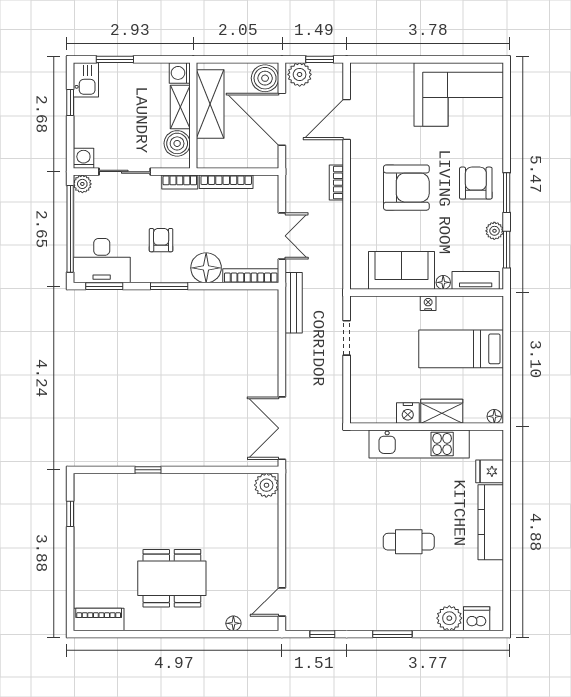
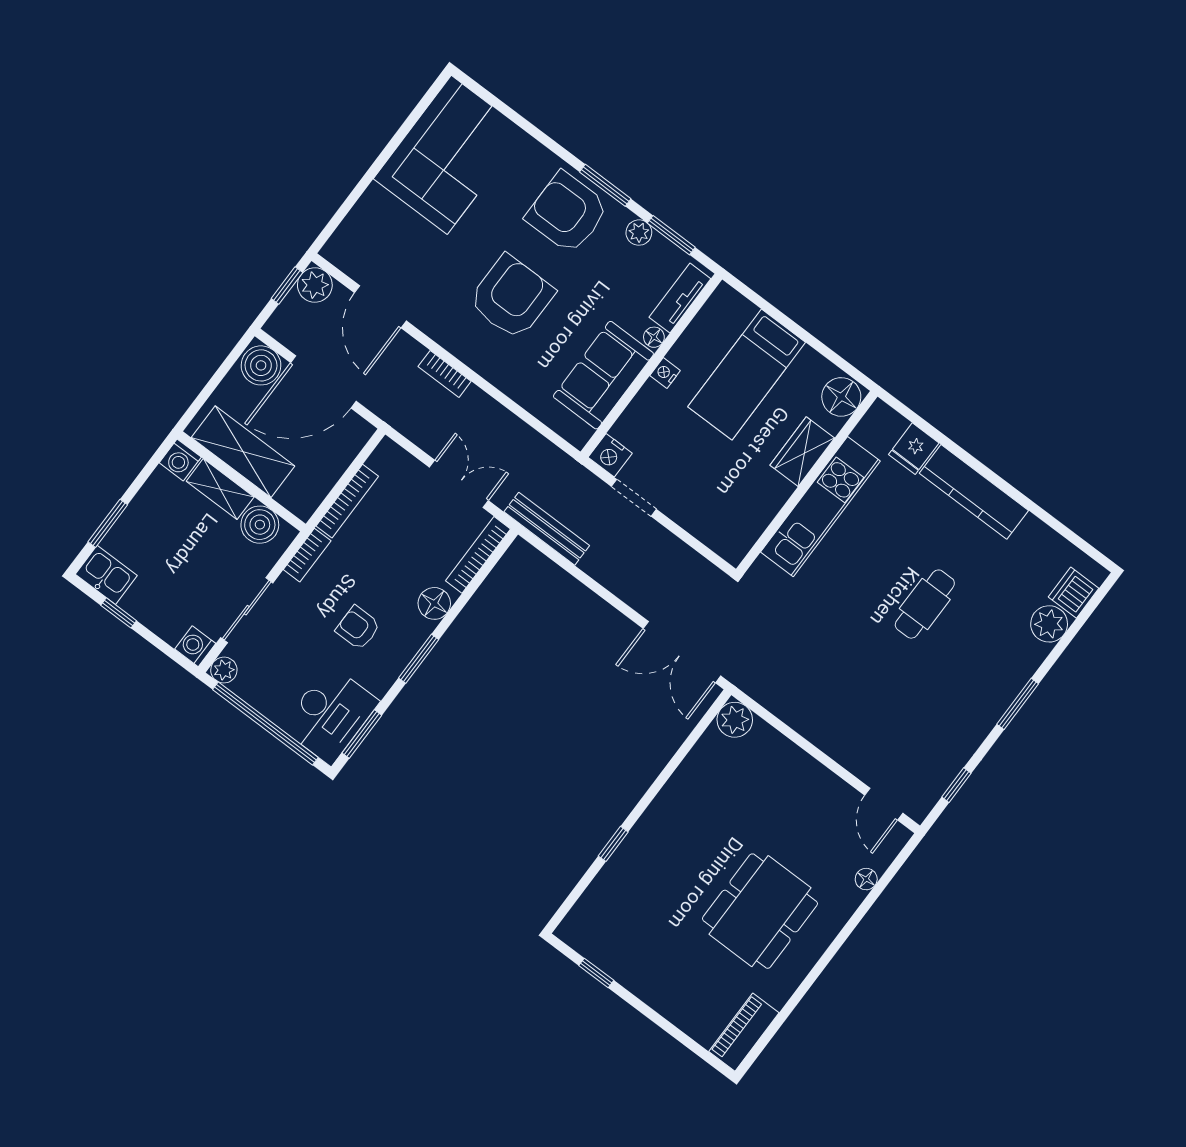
plant: (300, 74) -> (315, 285), moved
armchair: (476, 183) -> (567, 213), width x1.36, depth x1.36
floor lamp: (206, 268) -> (434, 603), width x0.73, depth x0.73
nightstand: (408, 413) -> (610, 455), moved, turned 90
floor lamp: (494, 416) -> (841, 397), width x1.89, depth x1.89

